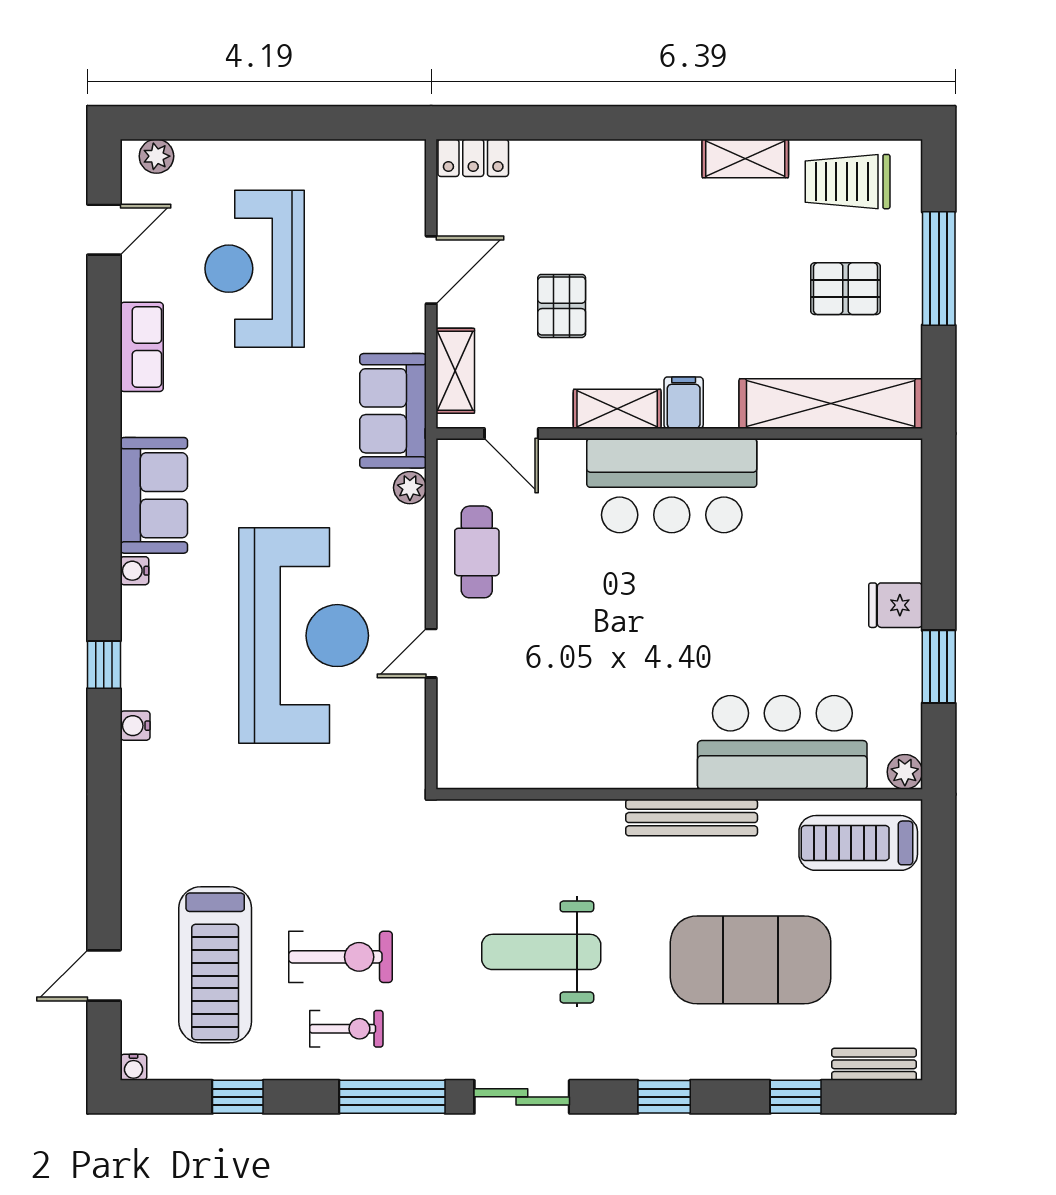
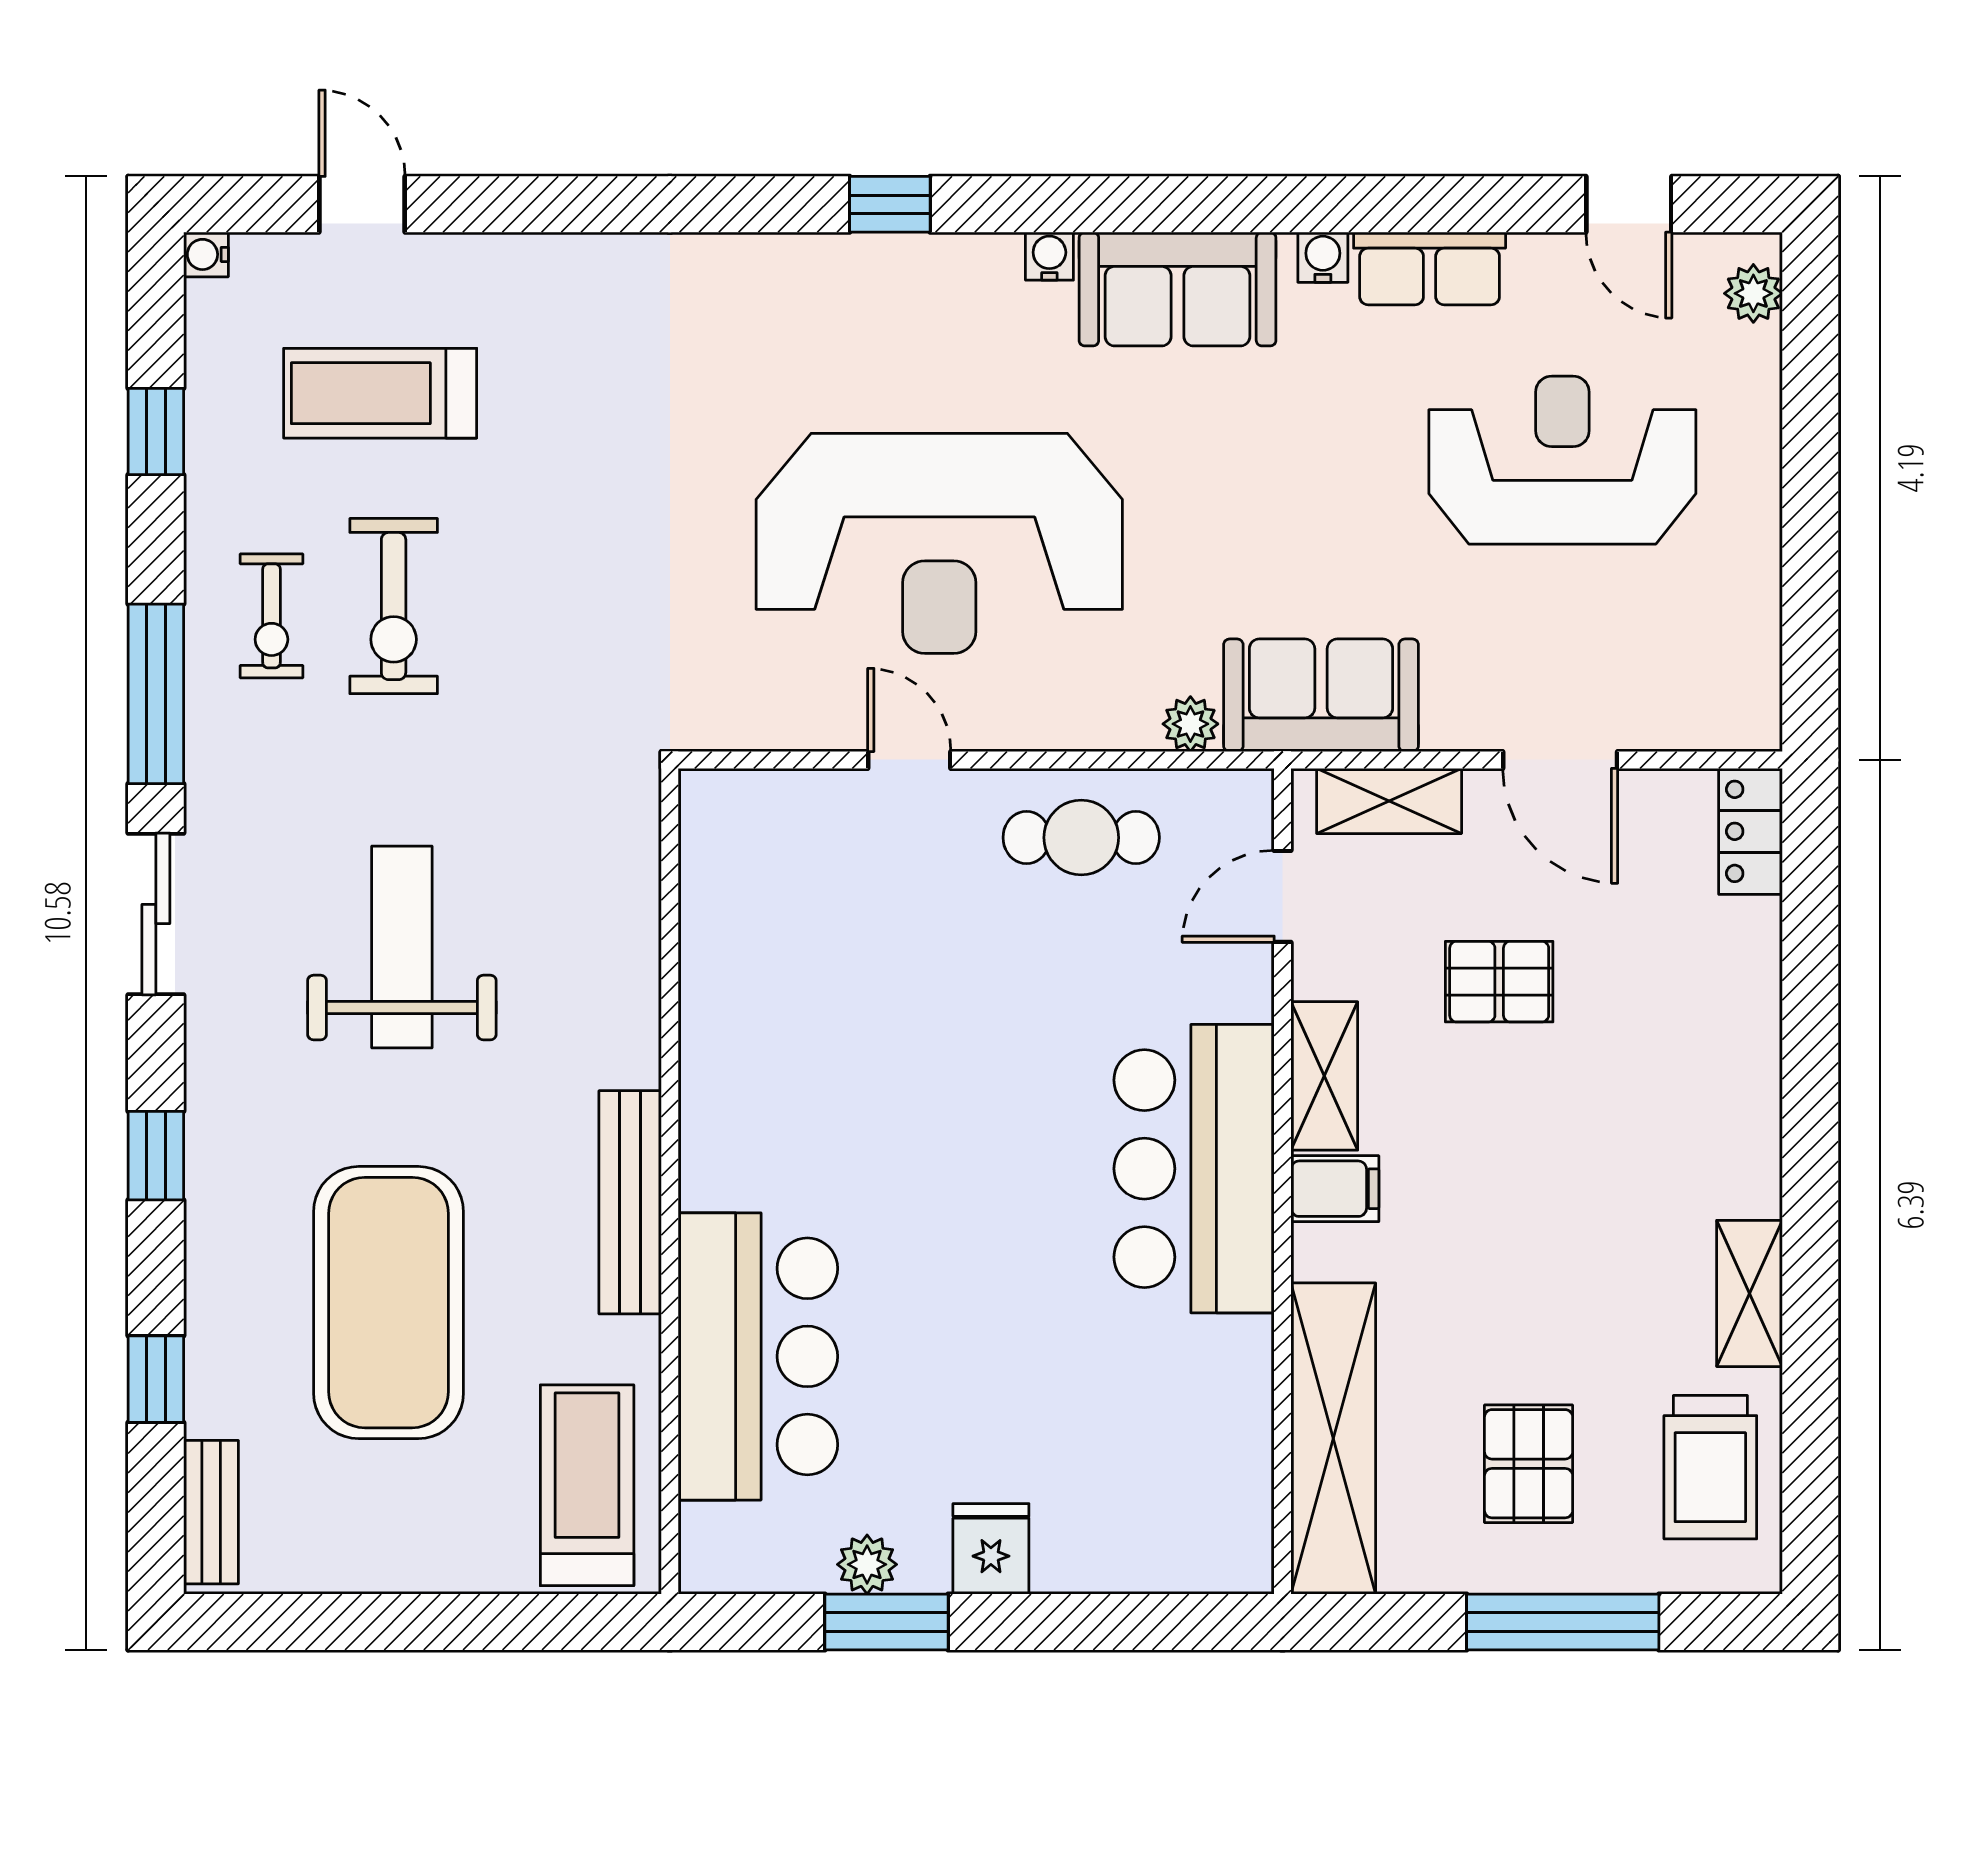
trolley: (848, 182) -> (1710, 1467), turned 180
water cooler: (135, 726) -> (1323, 257), moved
plant: (905, 772) -> (867, 1564), moved
treadmill: (215, 965) -> (380, 393), width x0.73, depth x0.73

